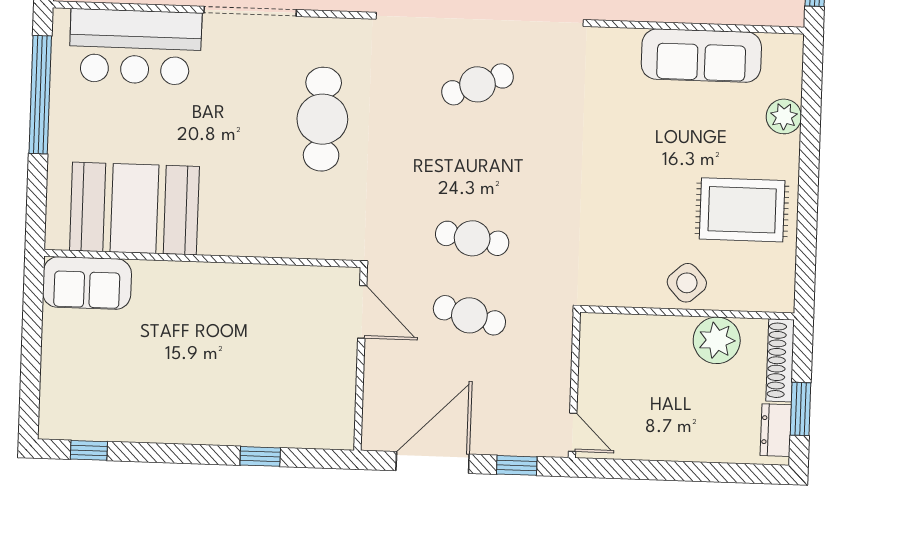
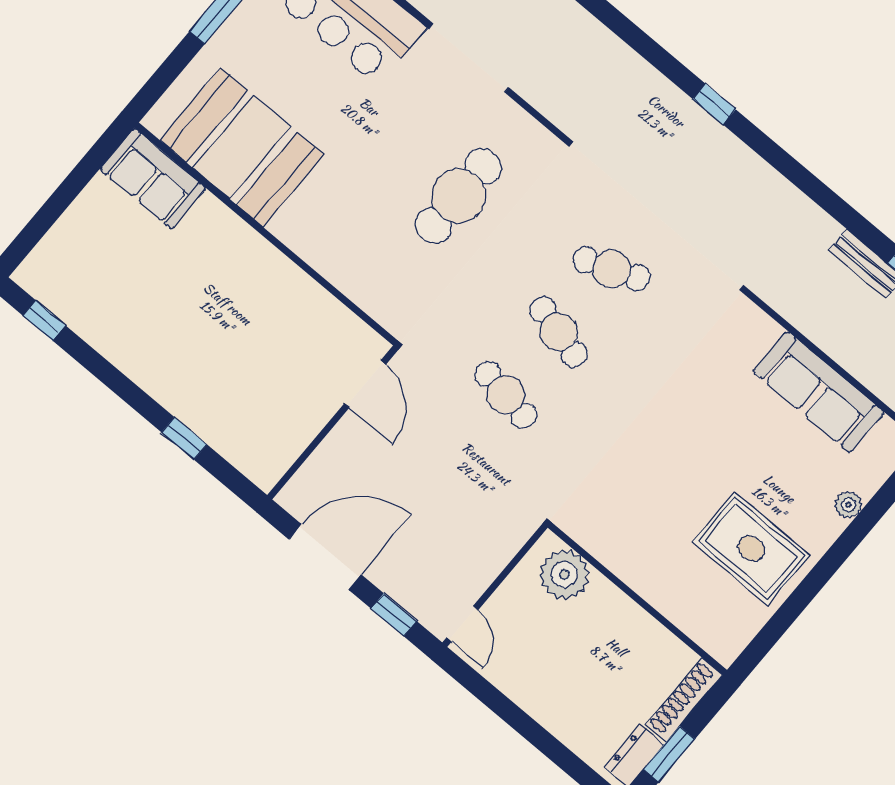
plant: (784, 116) -> (848, 505), width x0.73, depth x0.73
side table: (687, 283) -> (657, 573), removed
cafe table: (469, 315) -> (559, 332), moved
plant: (717, 340) -> (564, 574), moved

